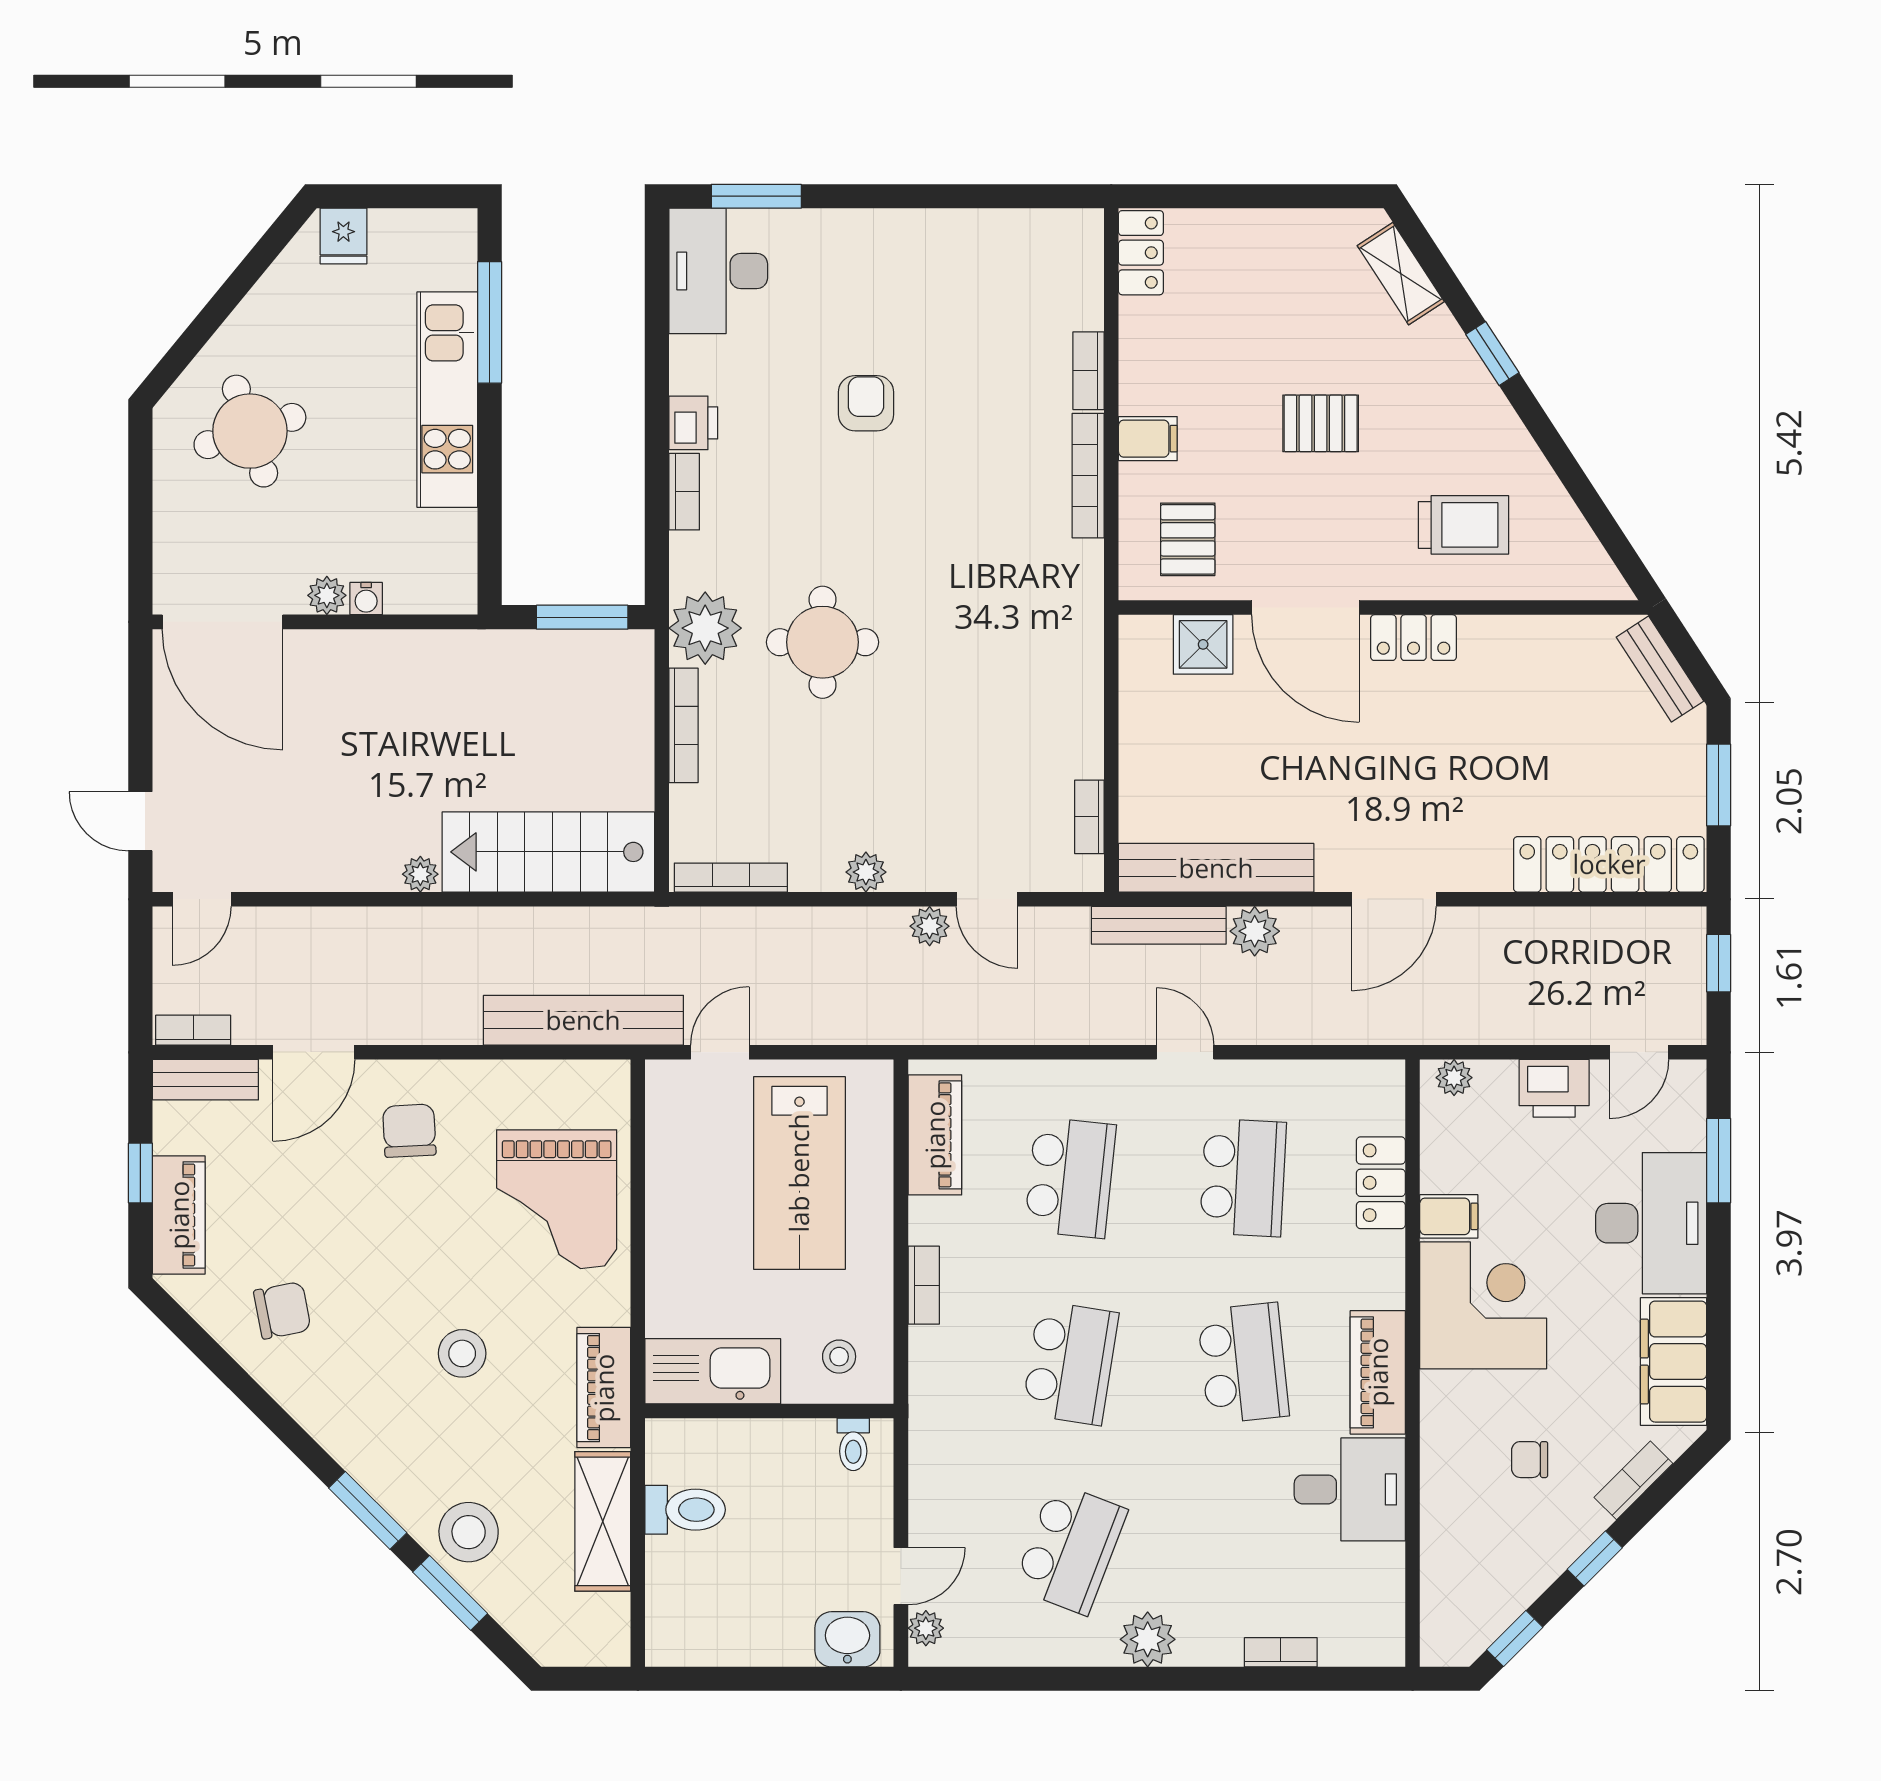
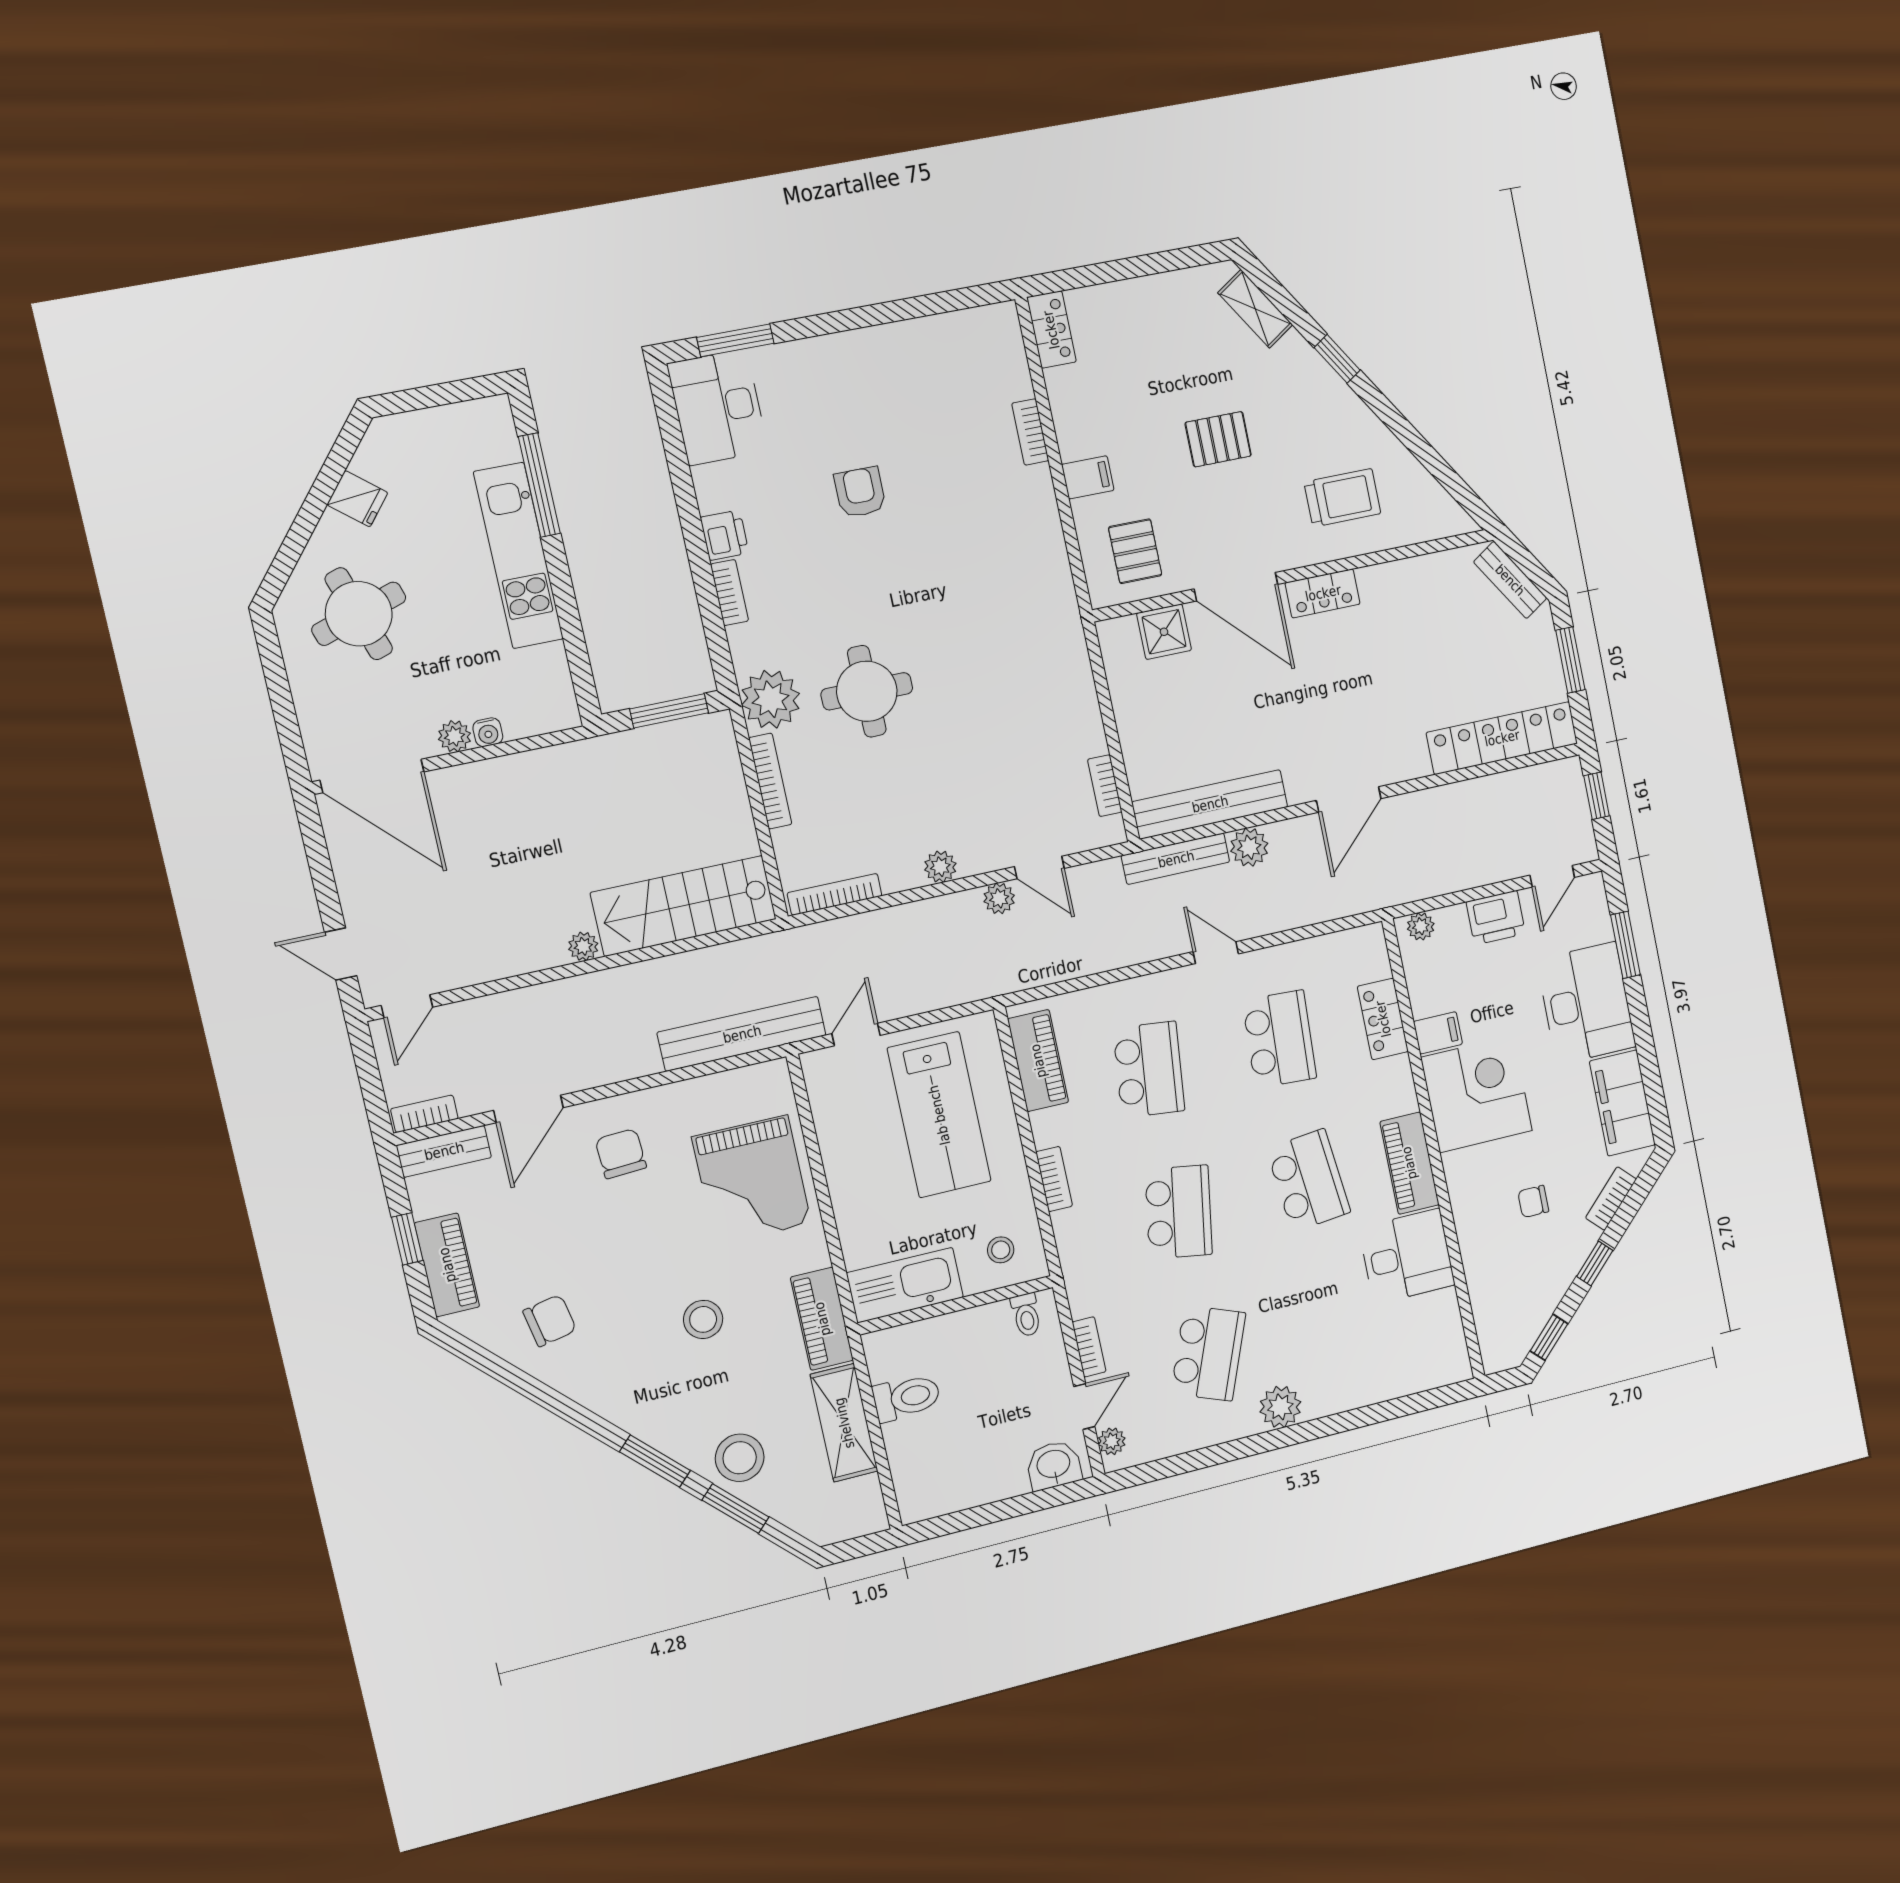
fridge: (343, 236) -> (357, 499), moved, turned -51
bookcase: (1088, 476) -> (1047, 516), removed
bookcase: (1281, 1652) -> (1089, 1347), moved, turned 90

